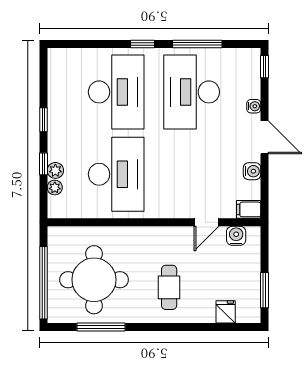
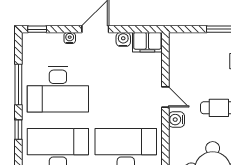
filing cabinet: (249, 209) -> (147, 42), width x2.00
door: (207, 222) -> (165, 97), moved
water cooler: (236, 236) -> (176, 120), moved

